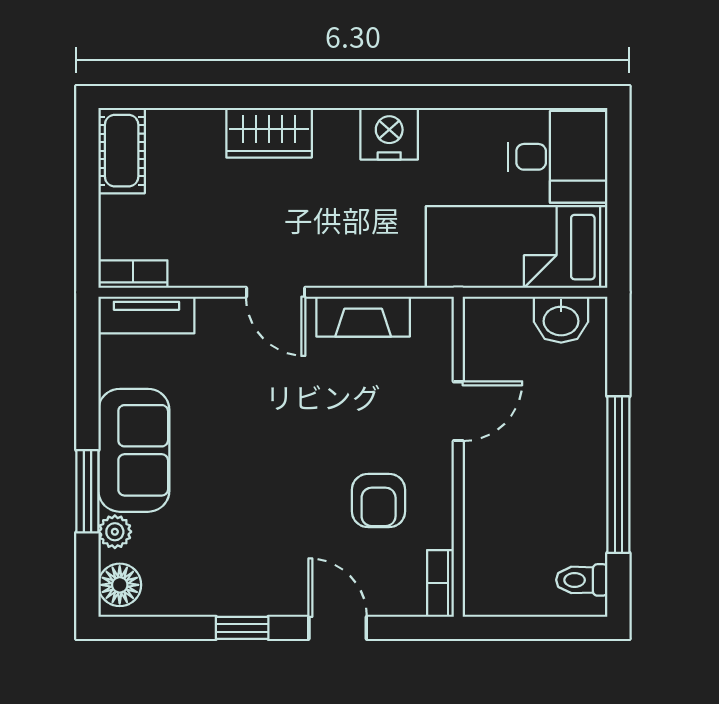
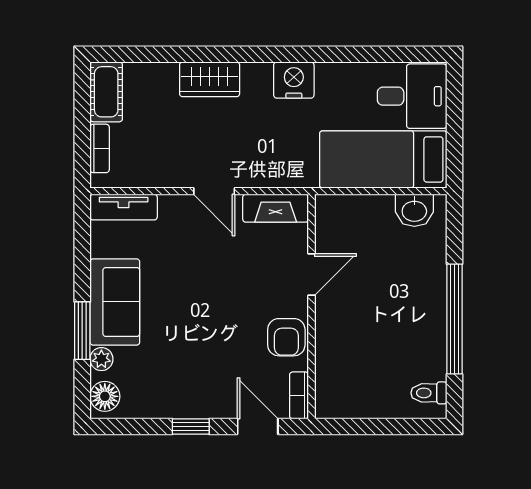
bookcase: (133, 274) -> (100, 148), moved, turned 90
door: (458, 411) -> (311, 275), moved
wall: (458, 457) -> (311, 307), moved
bookcase: (440, 583) -> (299, 395), moved

